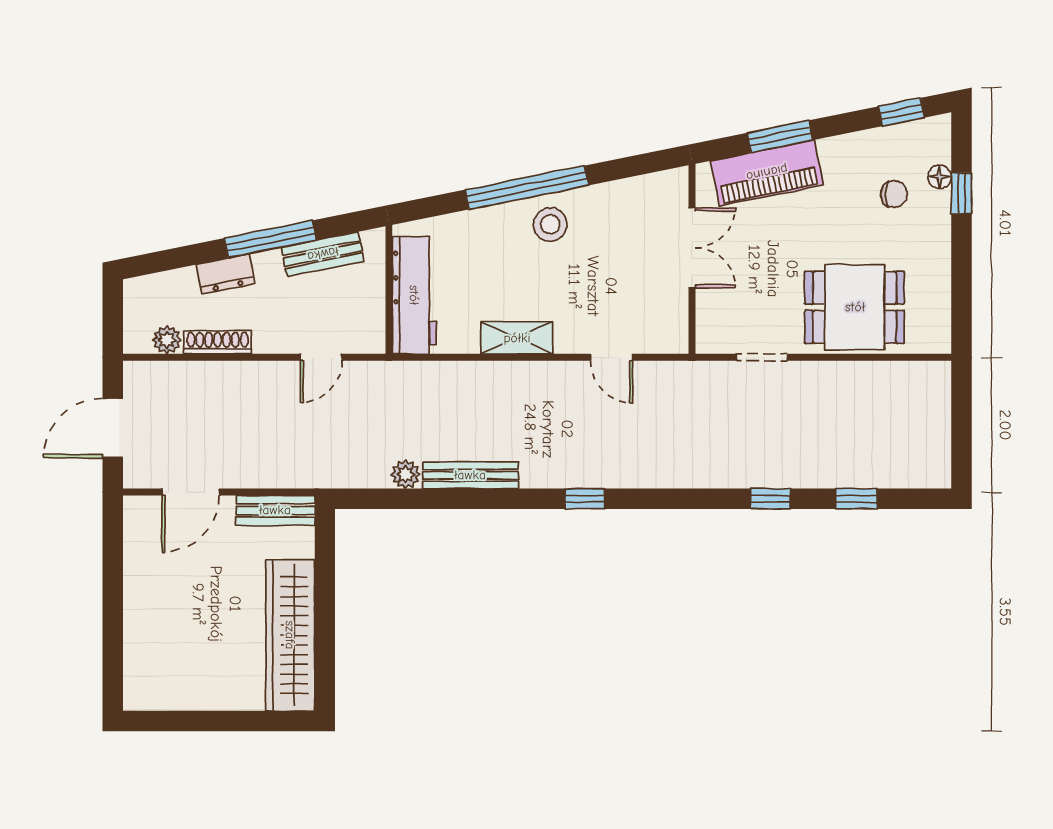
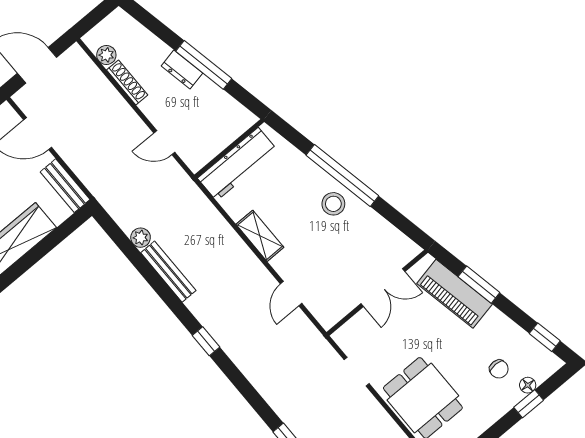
bench: (323, 254) -> (219, 99), removed
dresser: (226, 274) -> (182, 70), moved

